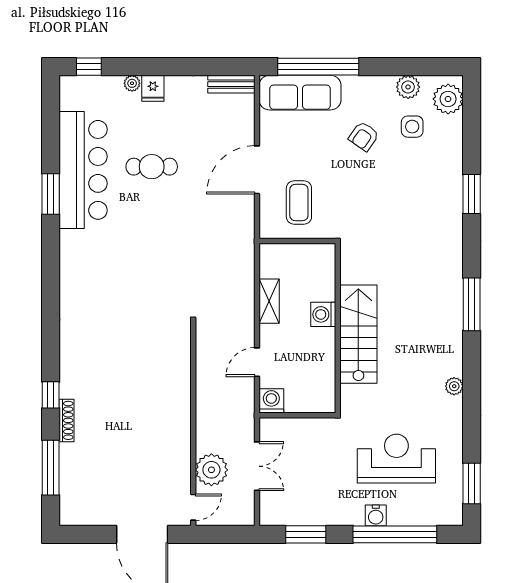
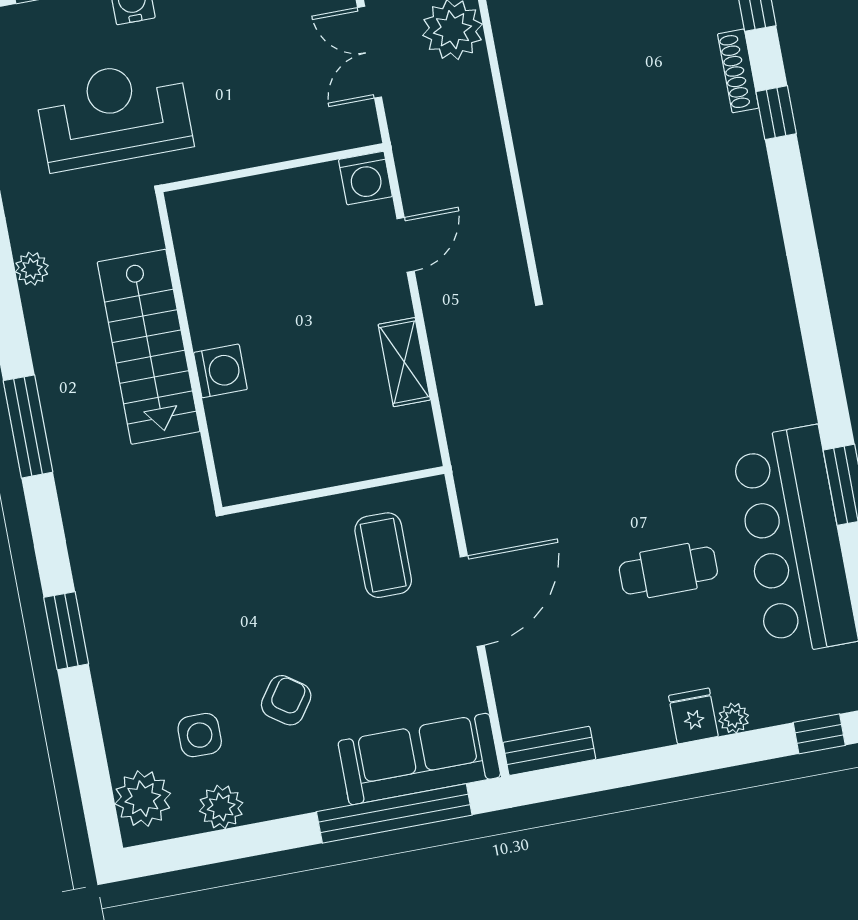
washing machine: (323, 314) -> (220, 371), moved
wall: (338, 328) -> (189, 350), moved
stairs: (358, 334) -> (149, 347), moved
reception desk: (396, 459) -> (114, 115), turned 180

